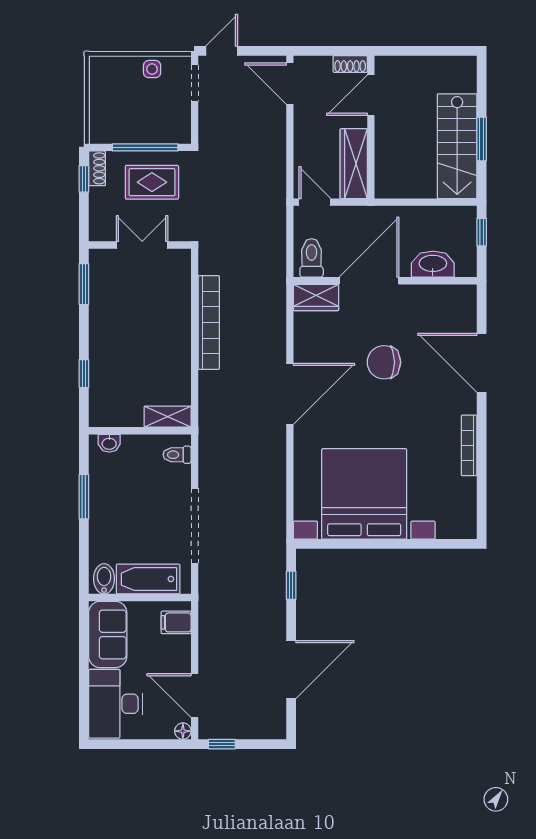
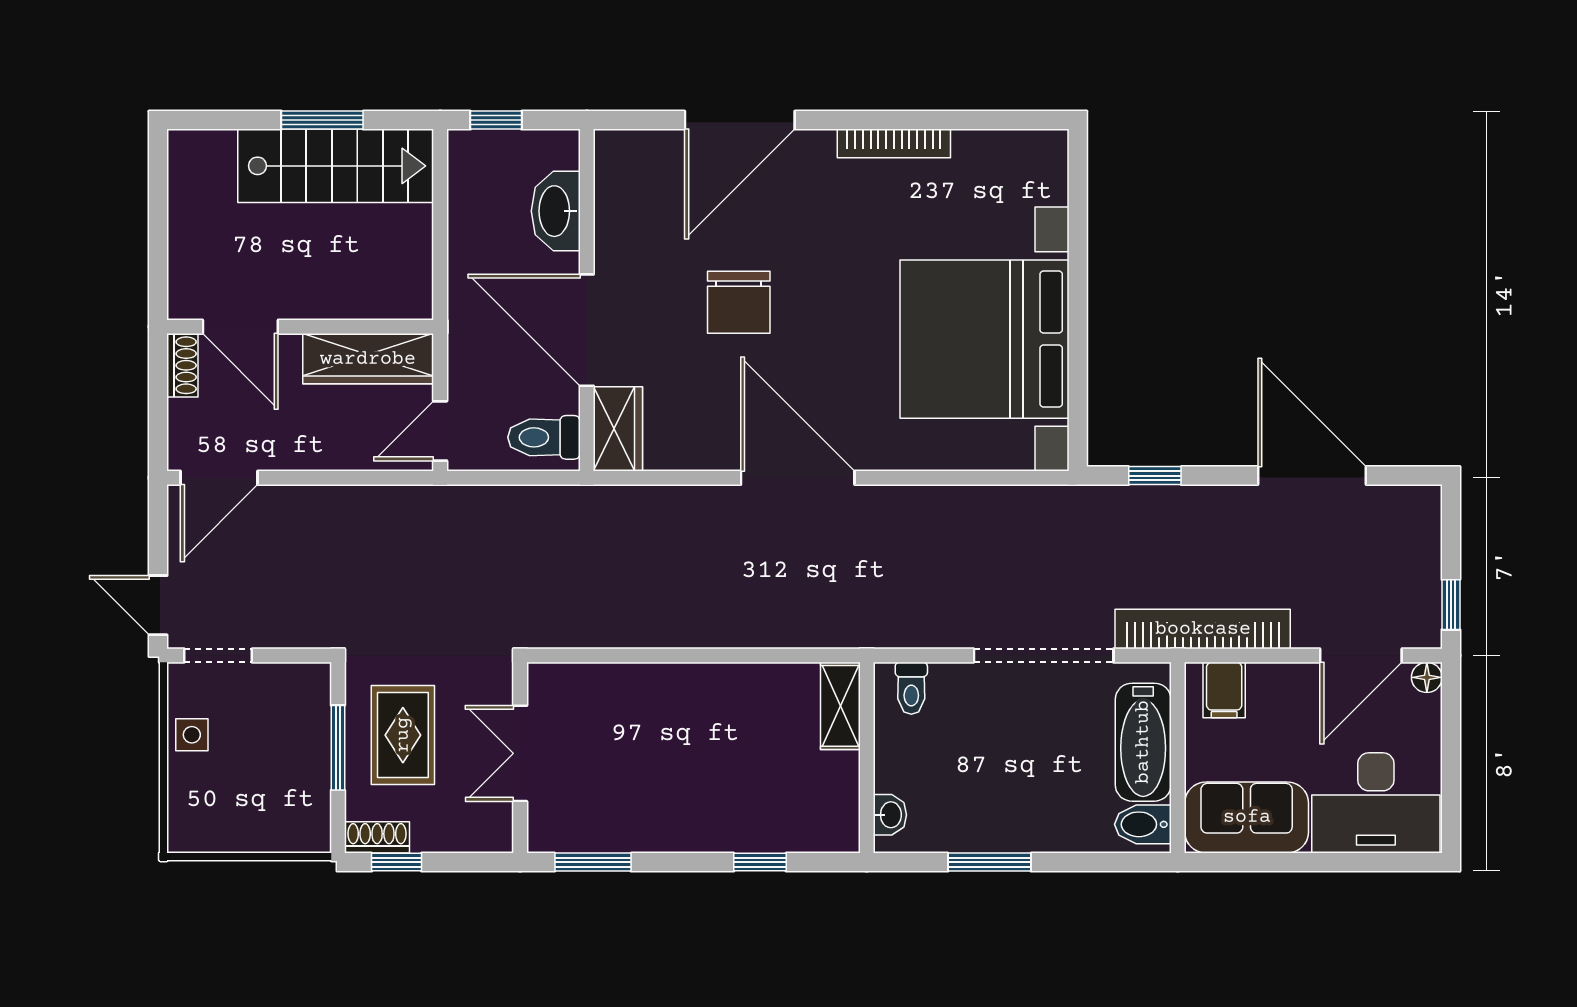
window: (145, 147) -> (338, 748), width x0.69
bookcase: (209, 322) -> (1203, 629), moved

